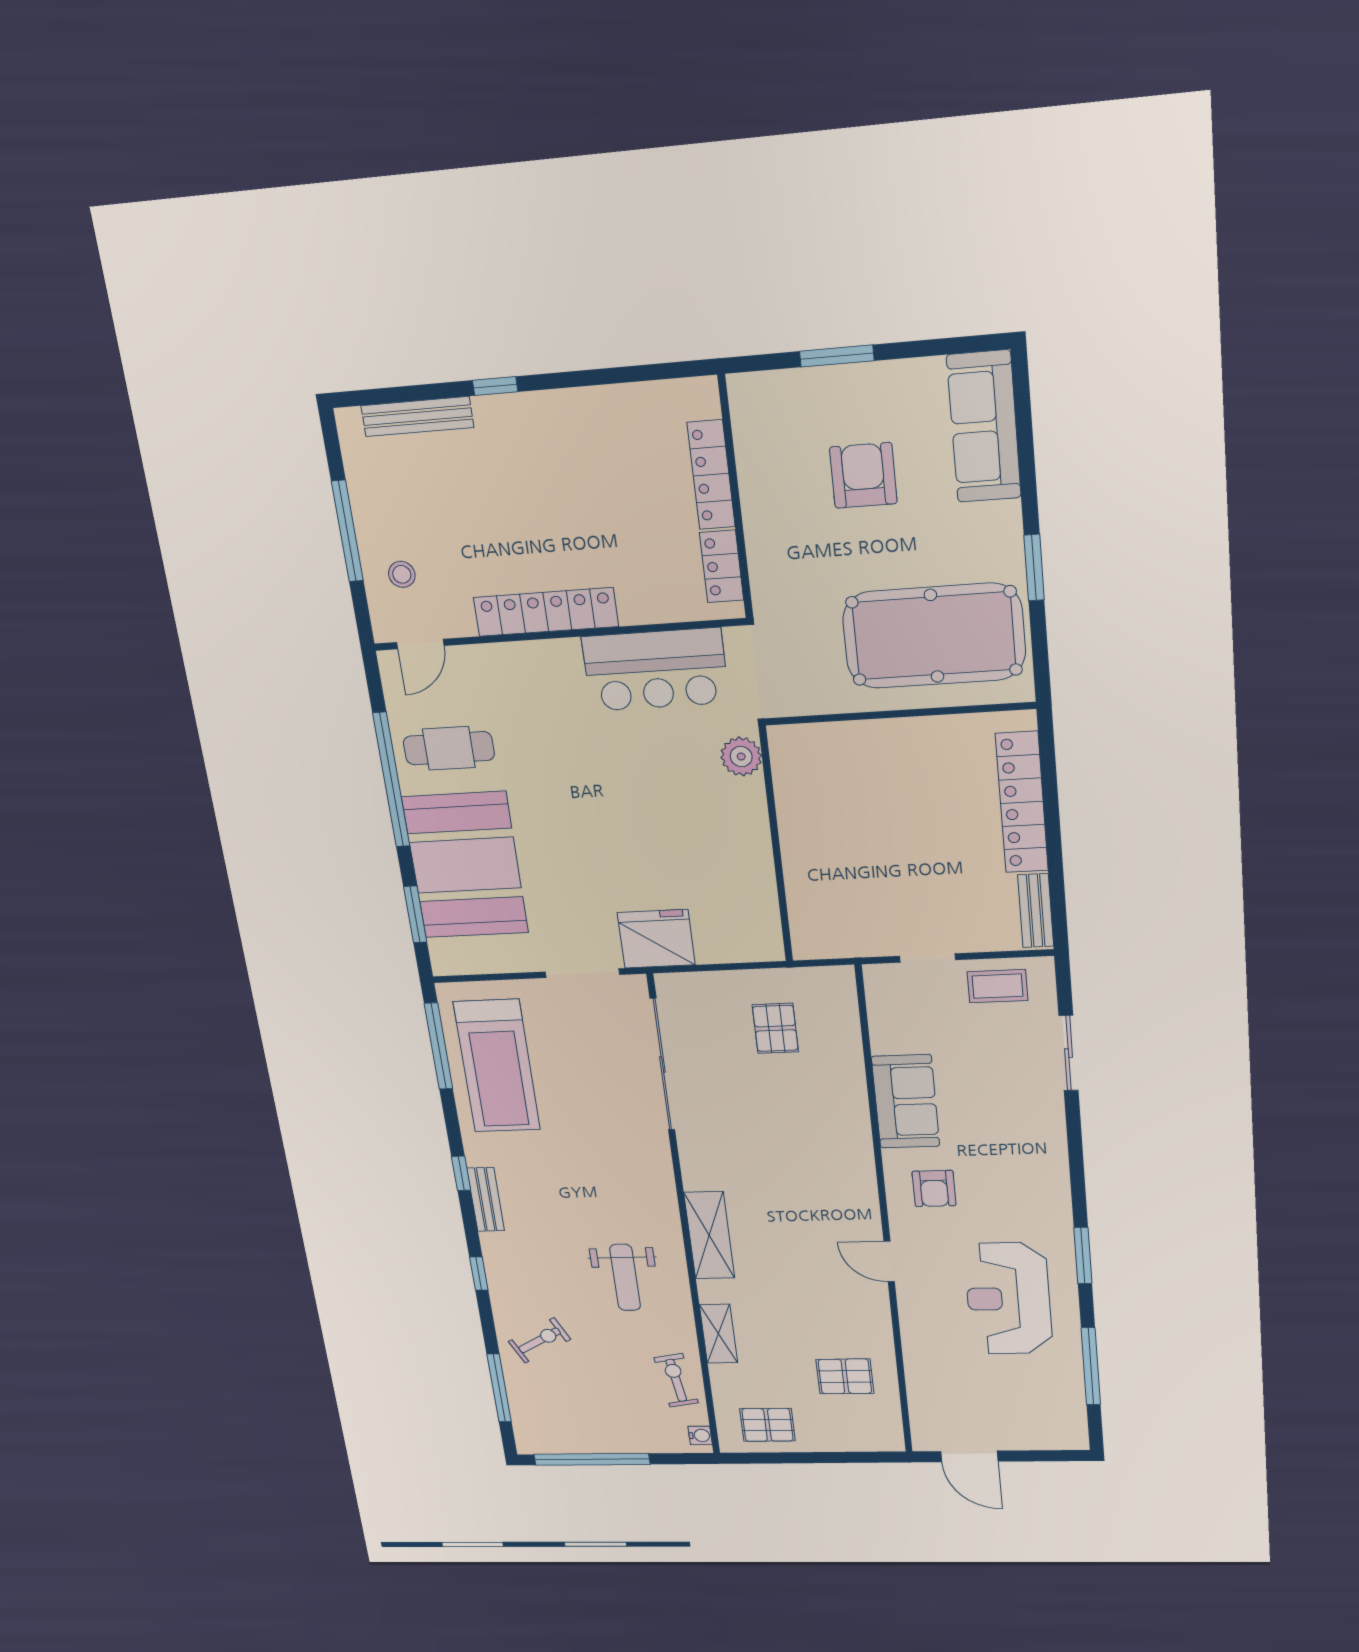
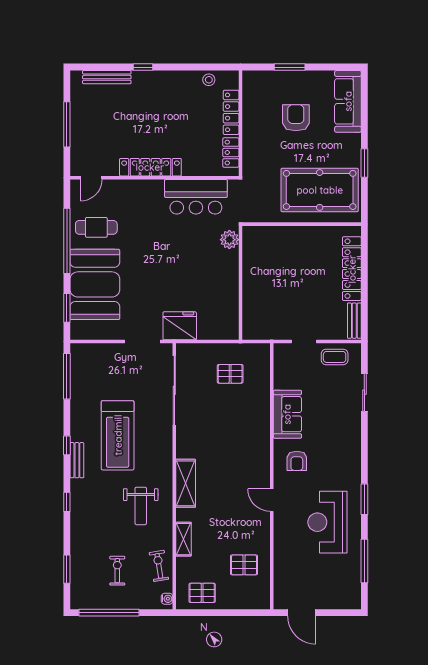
stool: (402, 574) -> (209, 80), moved
pallet: (775, 1028) -> (230, 374), turned 90
treadmill: (497, 1066) -> (118, 435), moved
exercise bike: (539, 1340) -> (117, 571), moved, turned -62
window: (499, 1388) -> (67, 569), width x0.69

